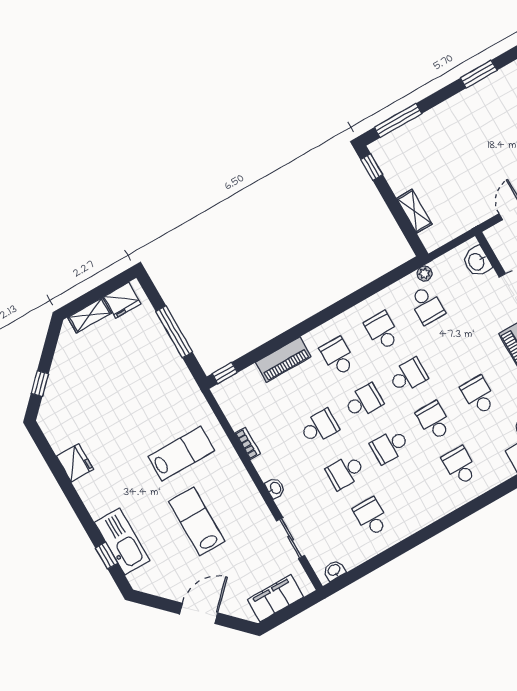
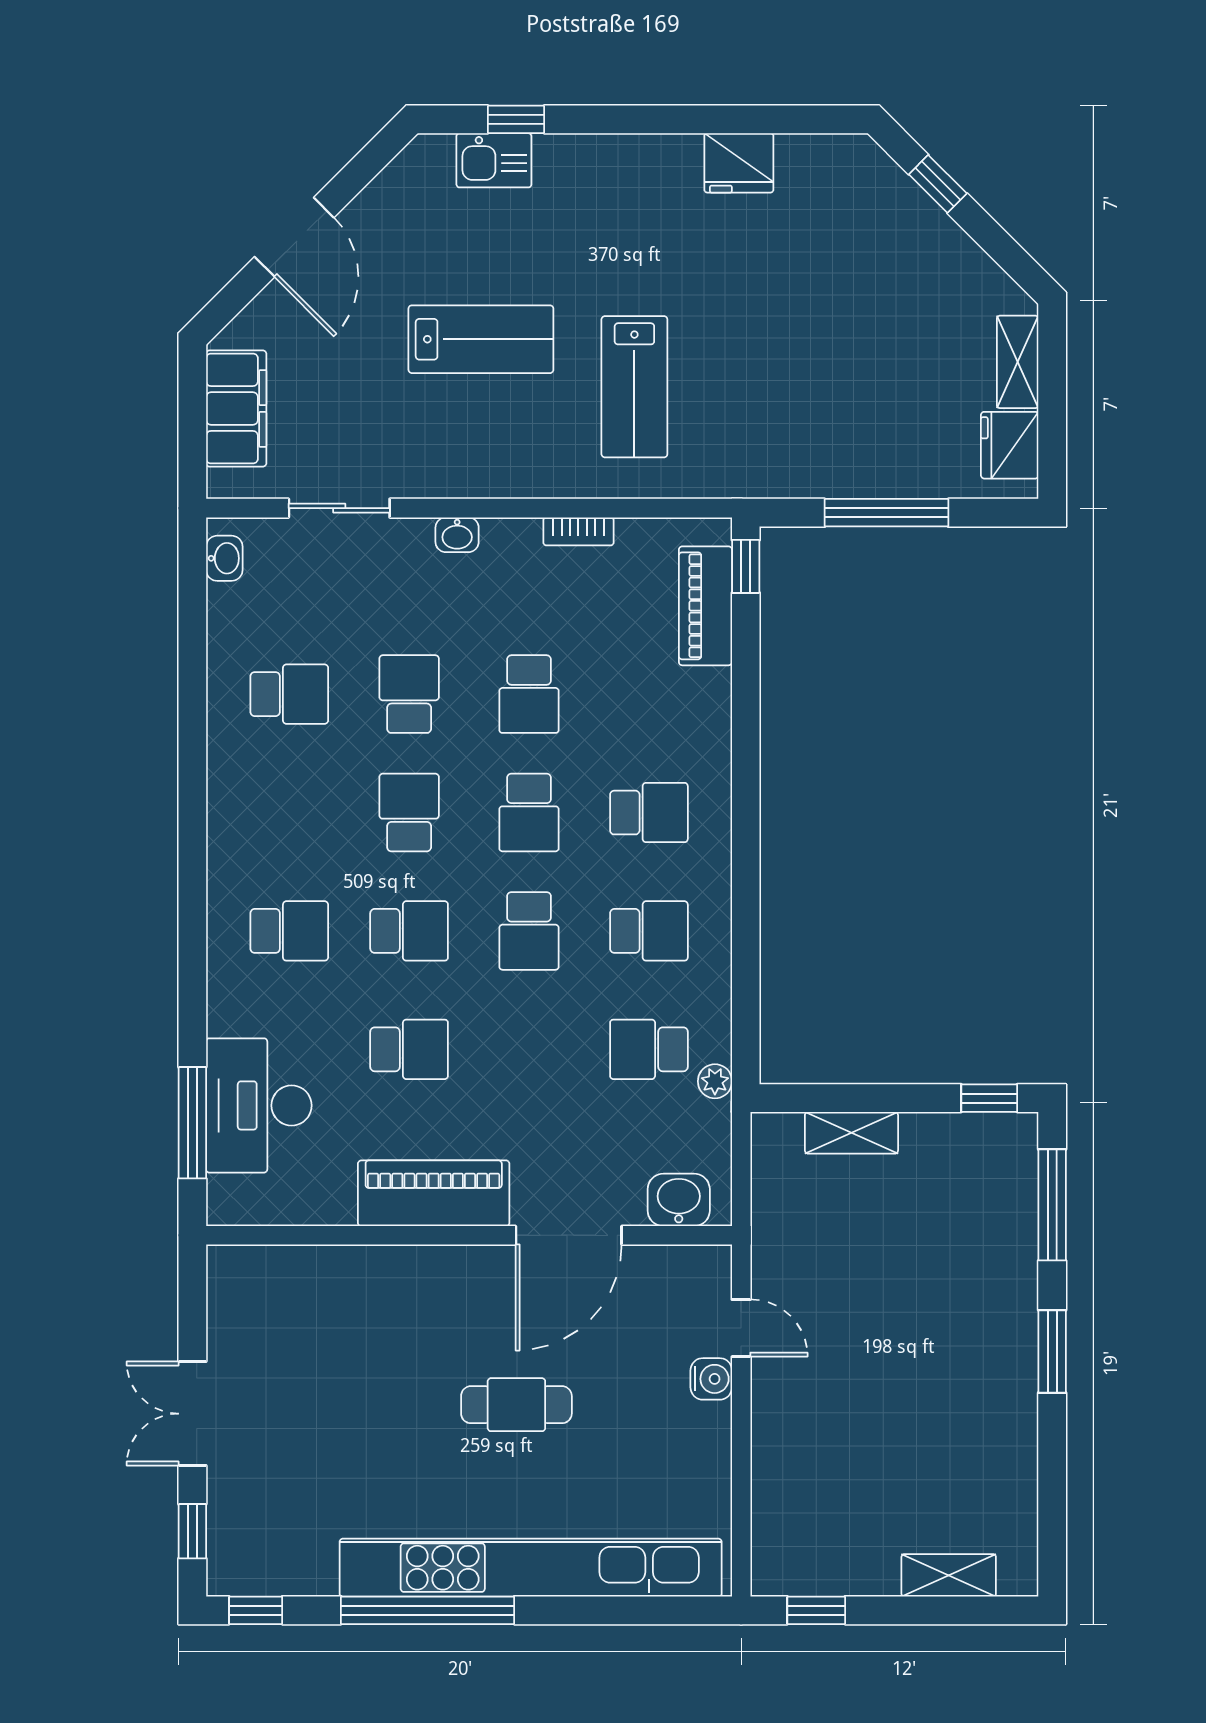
window: (479, 74) -> (1052, 1351), moved
piano: (283, 360) -> (705, 606), moved
kitchen sink: (122, 541) -> (494, 160), width x0.53, depth x0.81

